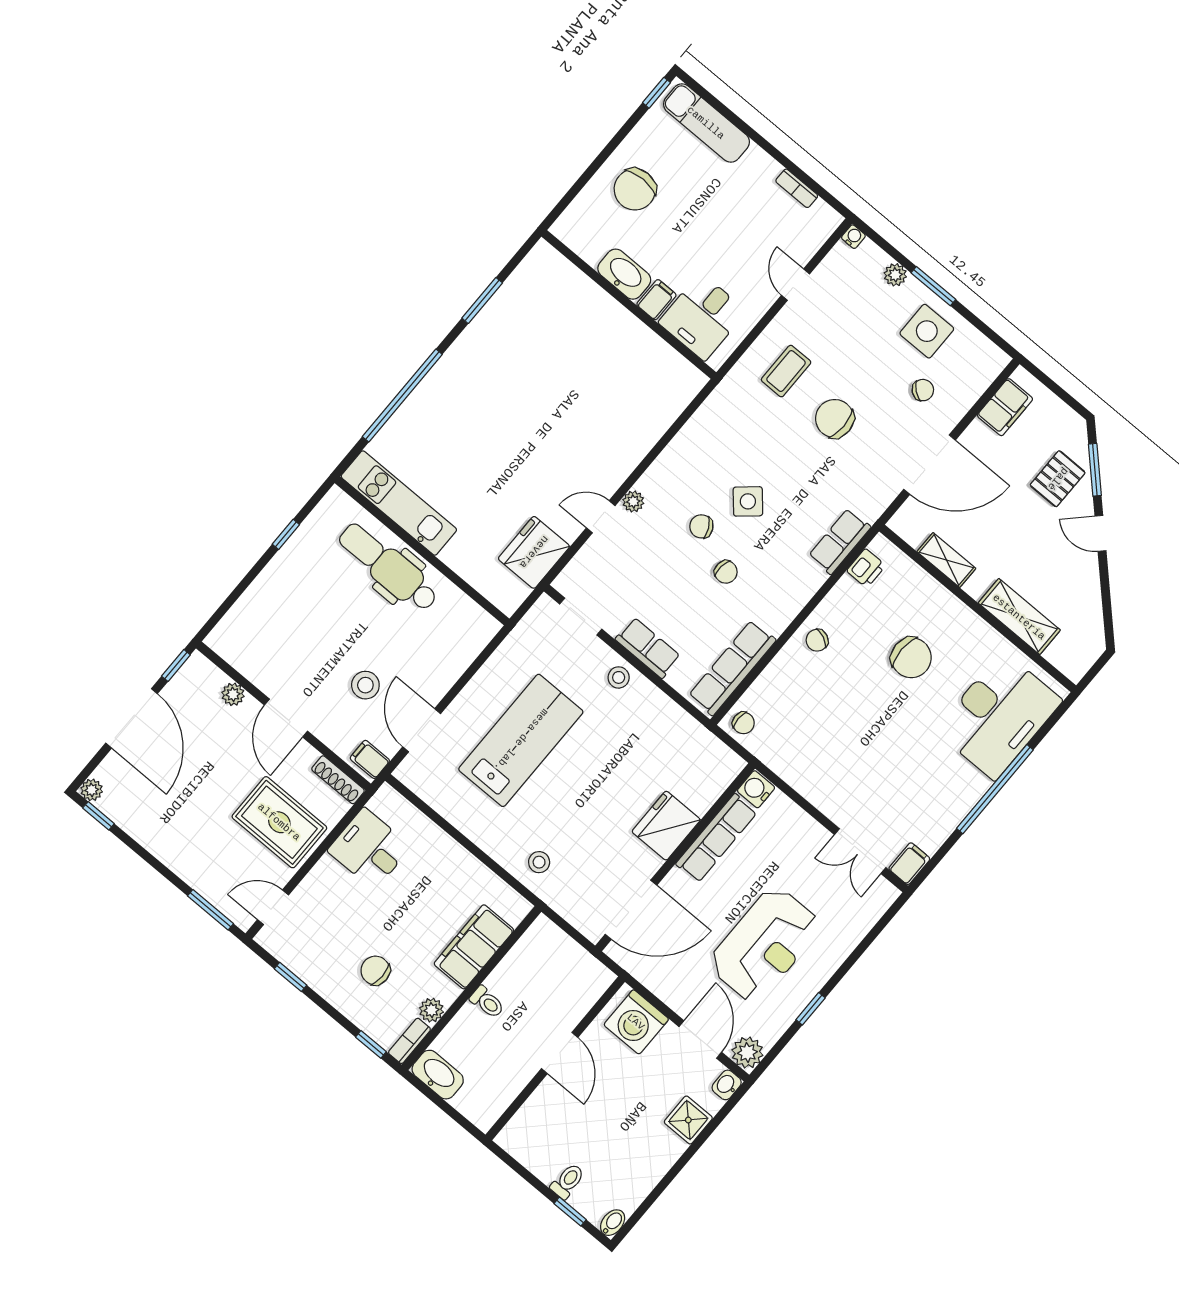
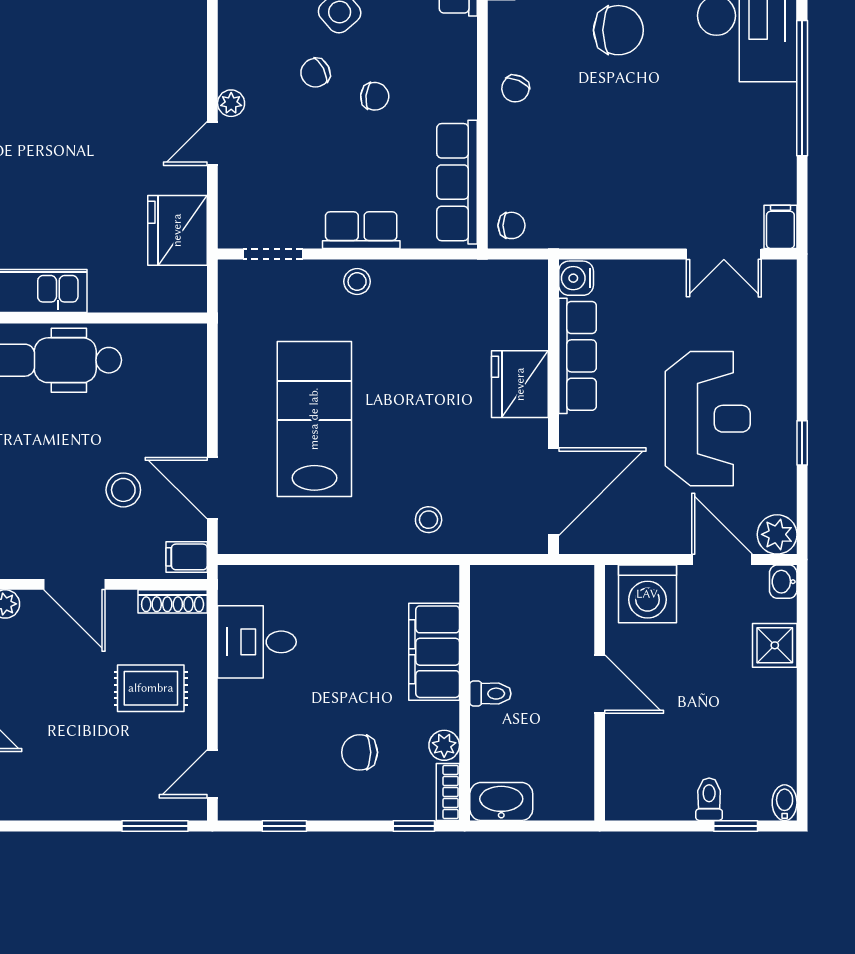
rug: (279, 822) -> (151, 688), width x0.73, depth x0.70

